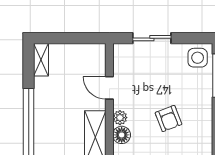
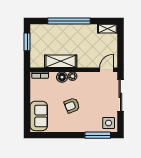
sliding door: (152, 38) -> (120, 95), width x1.37
door: (109, 88) -> (107, 70), moved

